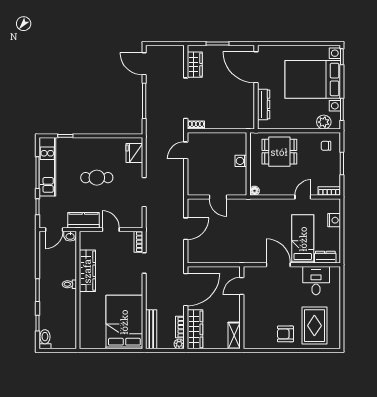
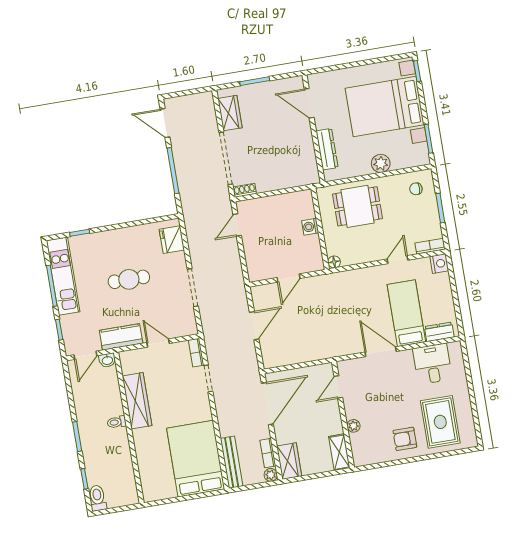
door: (256, 67) -> (309, 103), width x0.73
plant: (324, 122) -> (381, 163), moved
door: (218, 197) -> (289, 278), hinge flipped
nightstand: (334, 220) -> (439, 264), moved
plant: (248, 317) -> (354, 426), added
wardrobe: (195, 329) -> (289, 461), width x0.67

